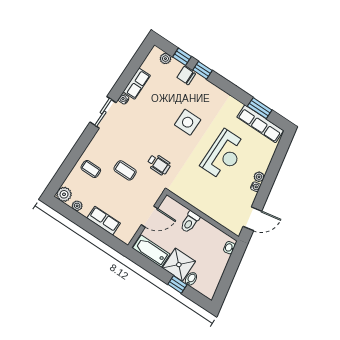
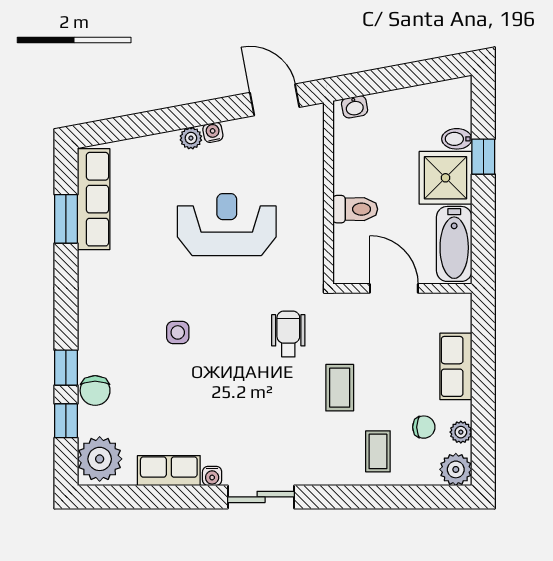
plant: (165, 59) -> (100, 459), width x1.88, depth x1.88
side table: (188, 122) -> (178, 332), width x0.54, depth x0.54
reception desk: (224, 155) -> (227, 225), moved
chair: (88, 193) -> (424, 427), added

